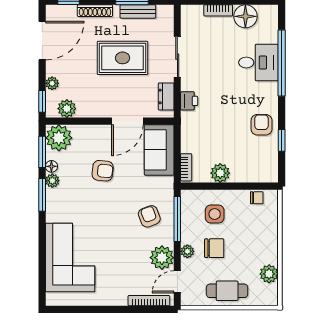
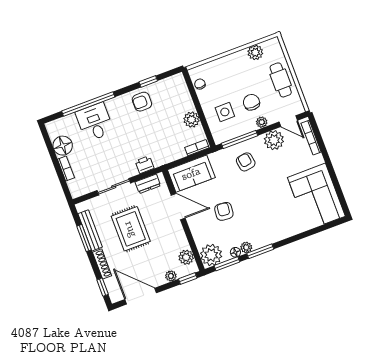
bench: (138, 11) -> (90, 230), width x1.36
armchair: (149, 216) -> (246, 162), turned 102
corner sofa: (70, 258) -> (316, 197), moved, turned -90

